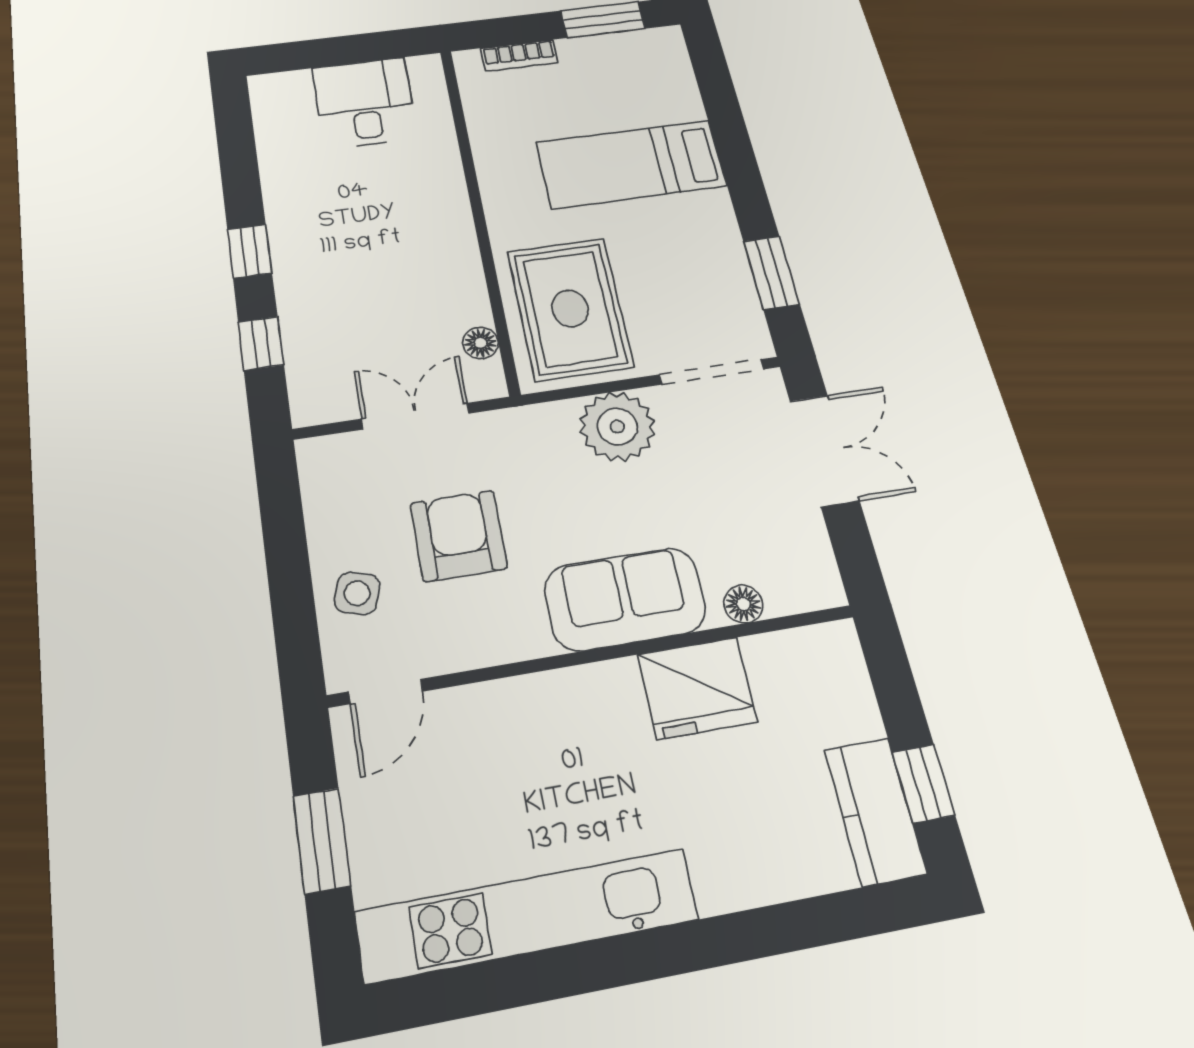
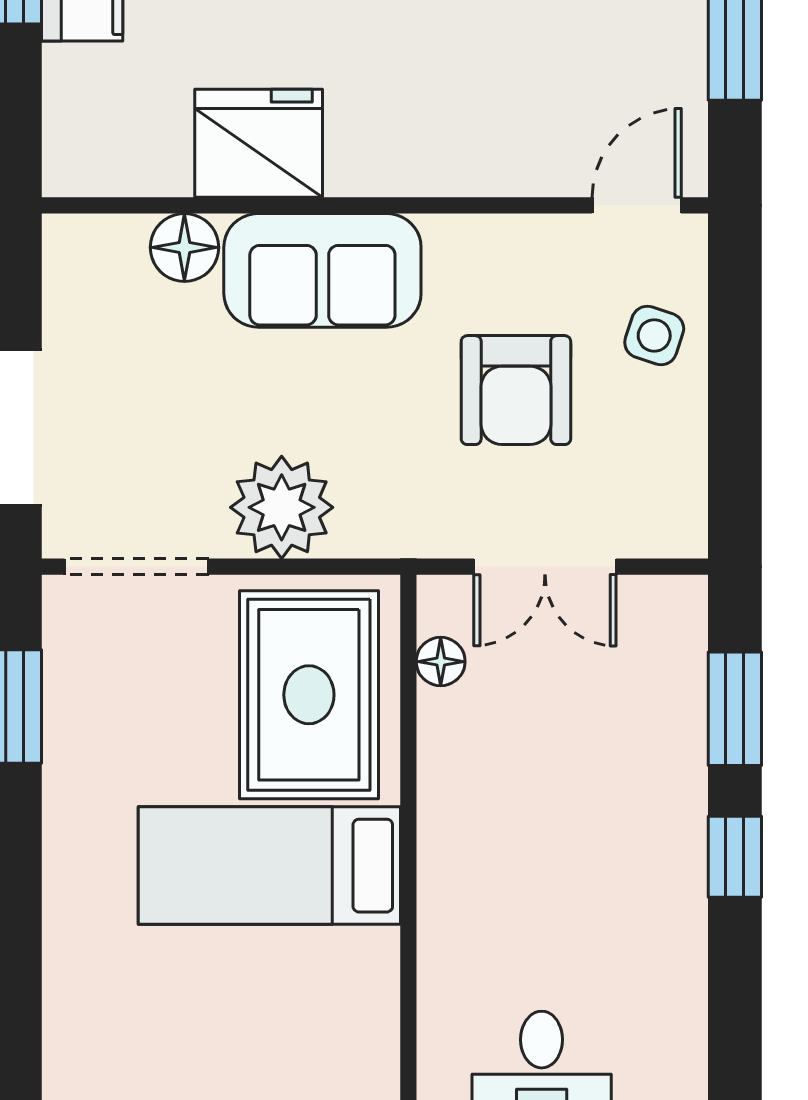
bed: (631, 164) -> (269, 866), moved, turned 180
window: (261, 343) -> (735, 709), width x1.50
floor lamp: (743, 604) -> (184, 247), width x1.37, depth x1.37

